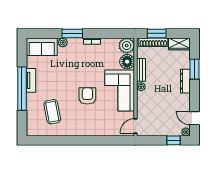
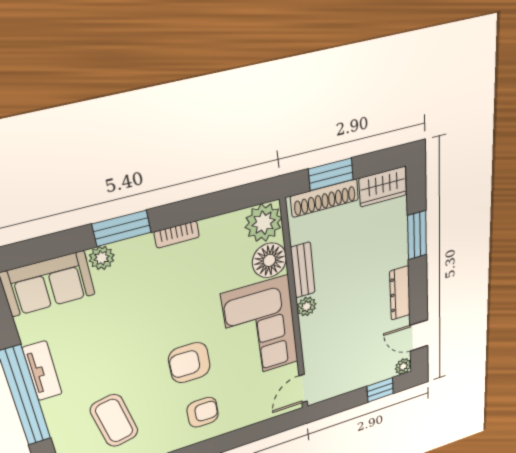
dresser: (185, 81) -> (400, 293), moved
armchair: (87, 96) -> (189, 363), turned -90
armchair: (89, 121) -> (203, 412), added

